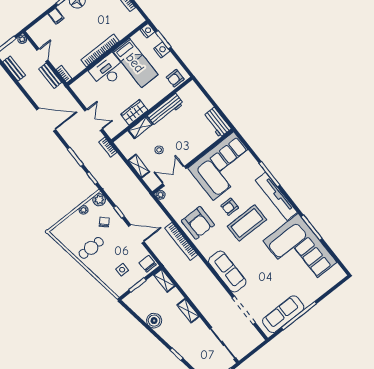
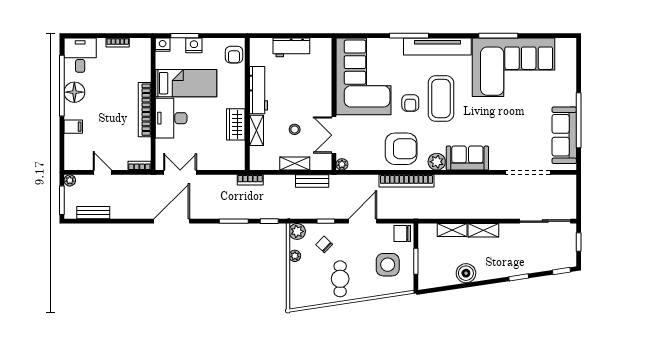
bench: (50, 76) -> (312, 181), moved
double door: (94, 120) -> (180, 172), moved
workbench: (217, 122) -> (291, 47), moved
plant: (207, 250) -> (437, 162), added
side table: (122, 270) -> (388, 265), width x1.87, depth x1.87
sofa: (227, 272) -> (467, 158), width x0.73
shelving: (164, 280) -> (452, 230), moved

